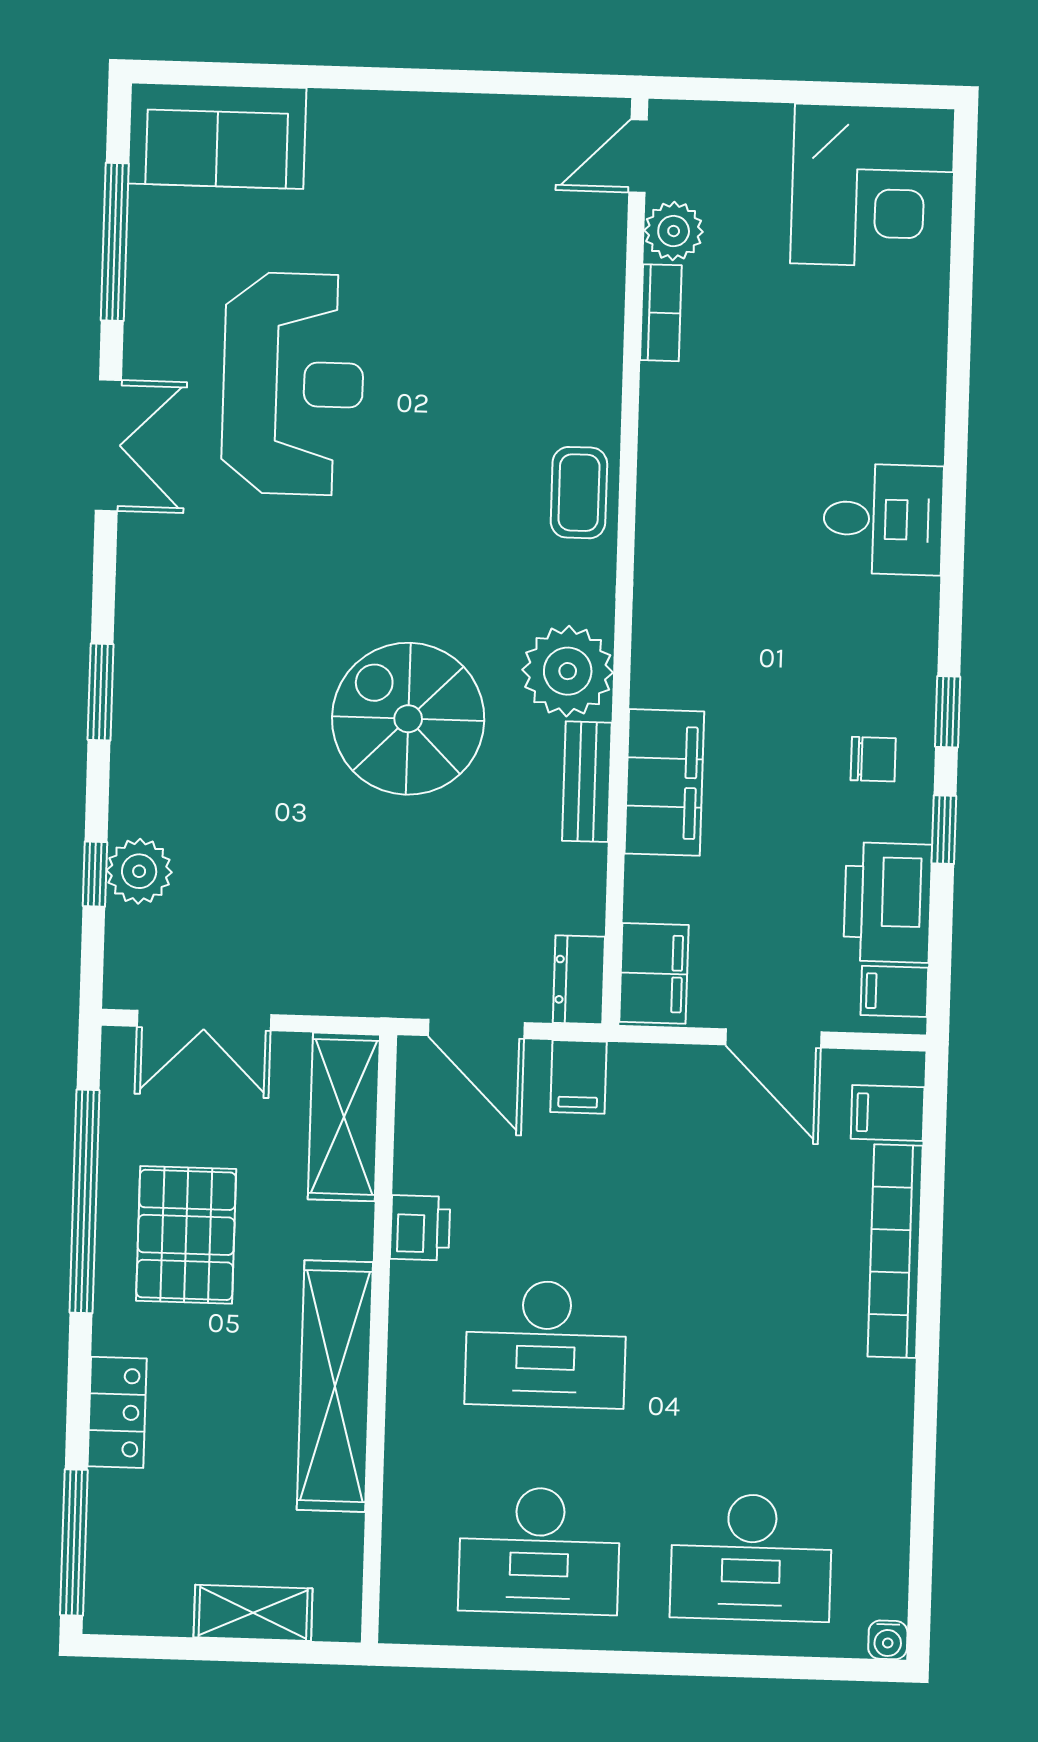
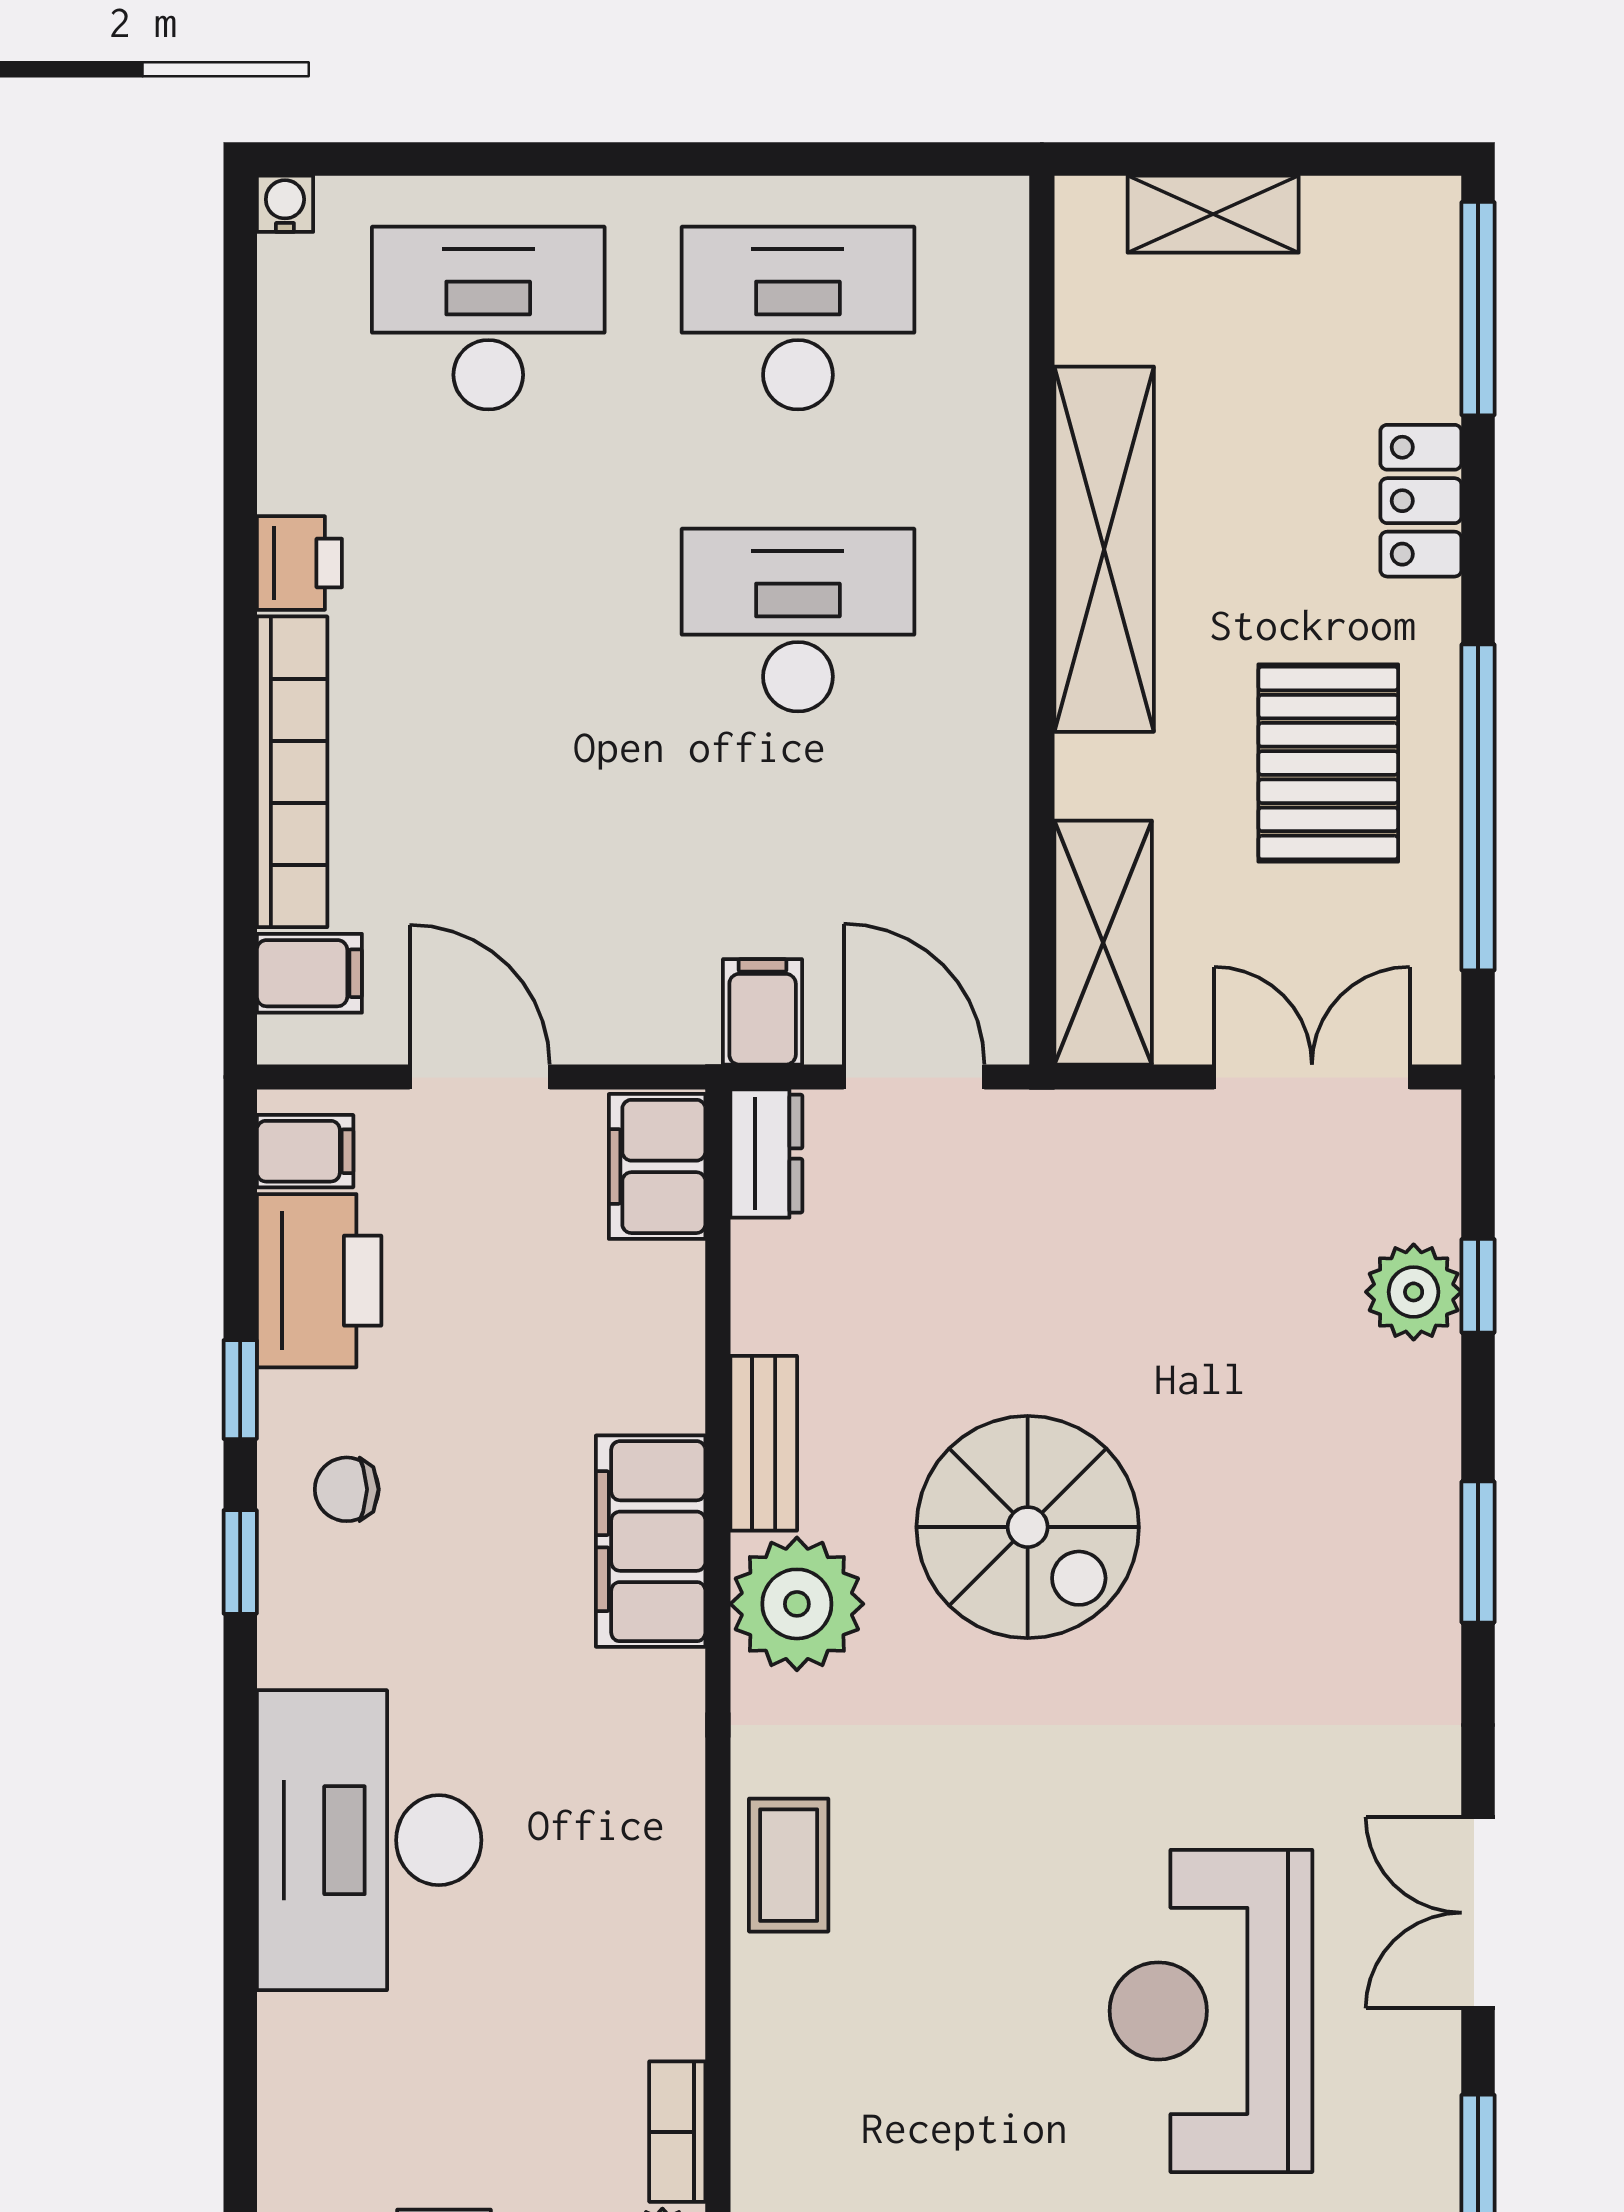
desk: (883, 519) -> (369, 1840), width x1.87, depth x1.30
filing cabinet: (664, 782) -> (651, 1541), moved
printer: (420, 1228) -> (299, 563), moved, turned 180

